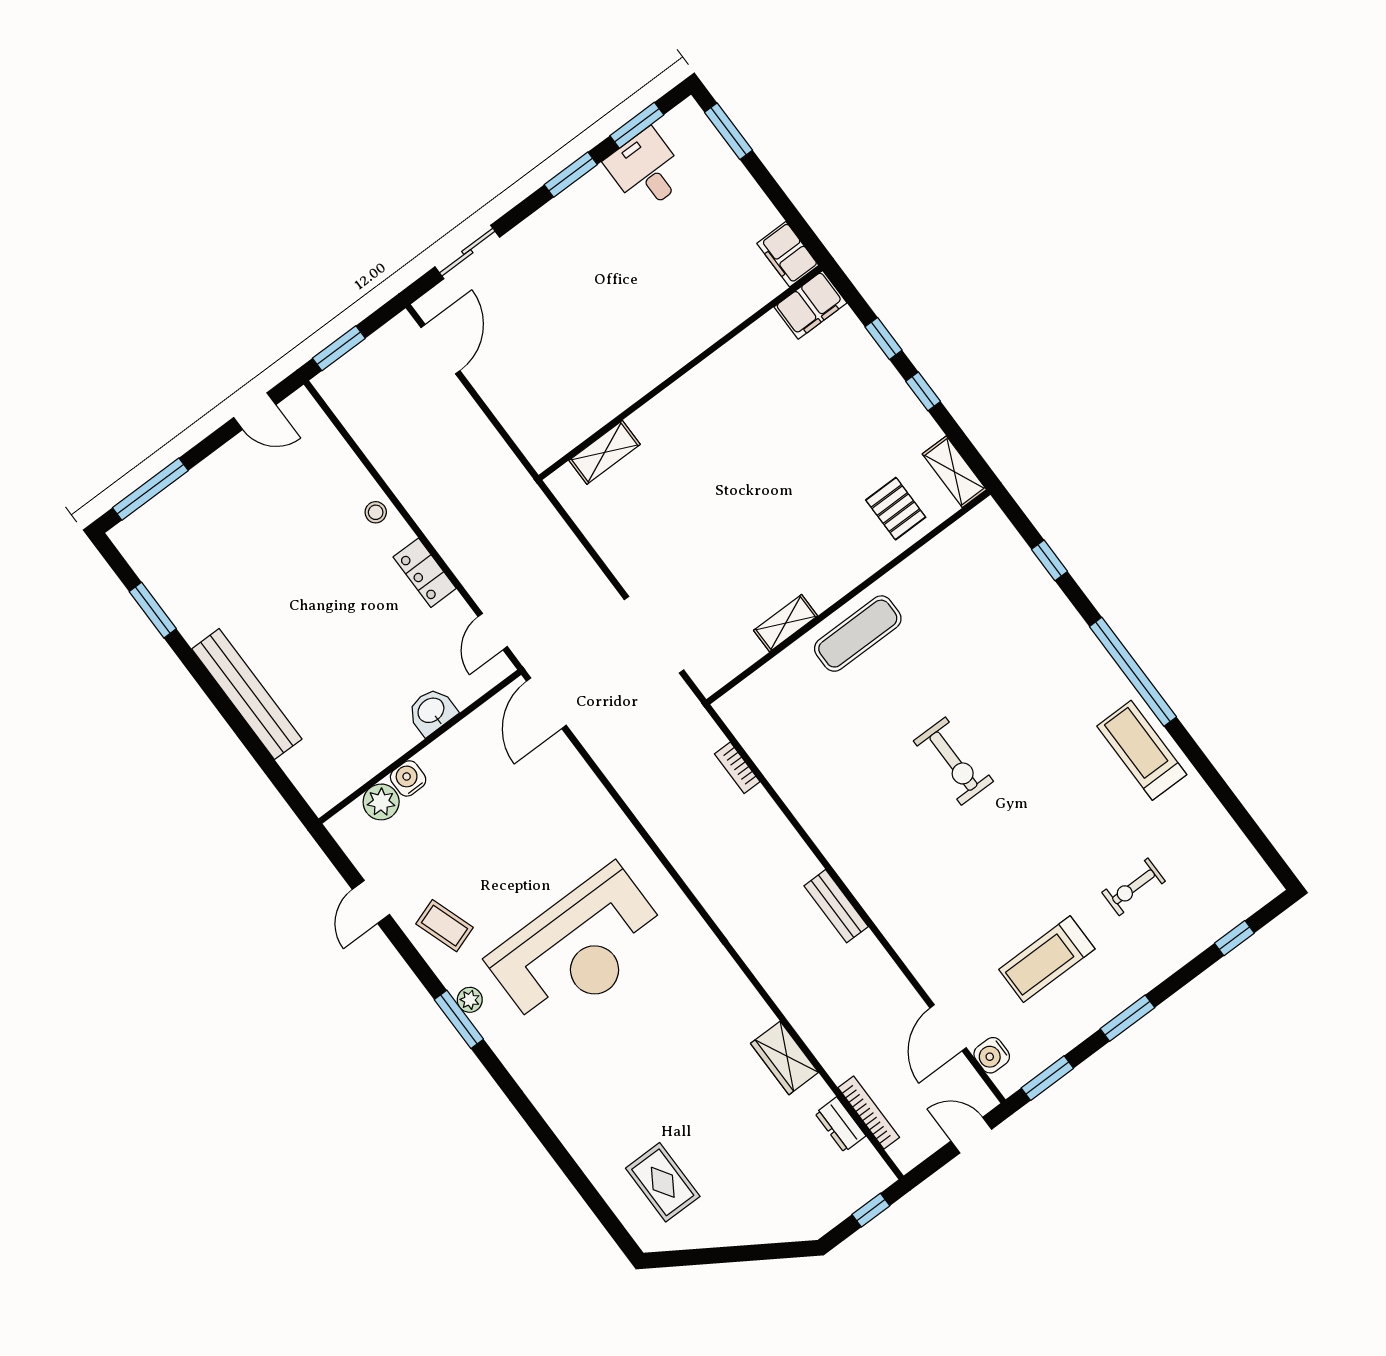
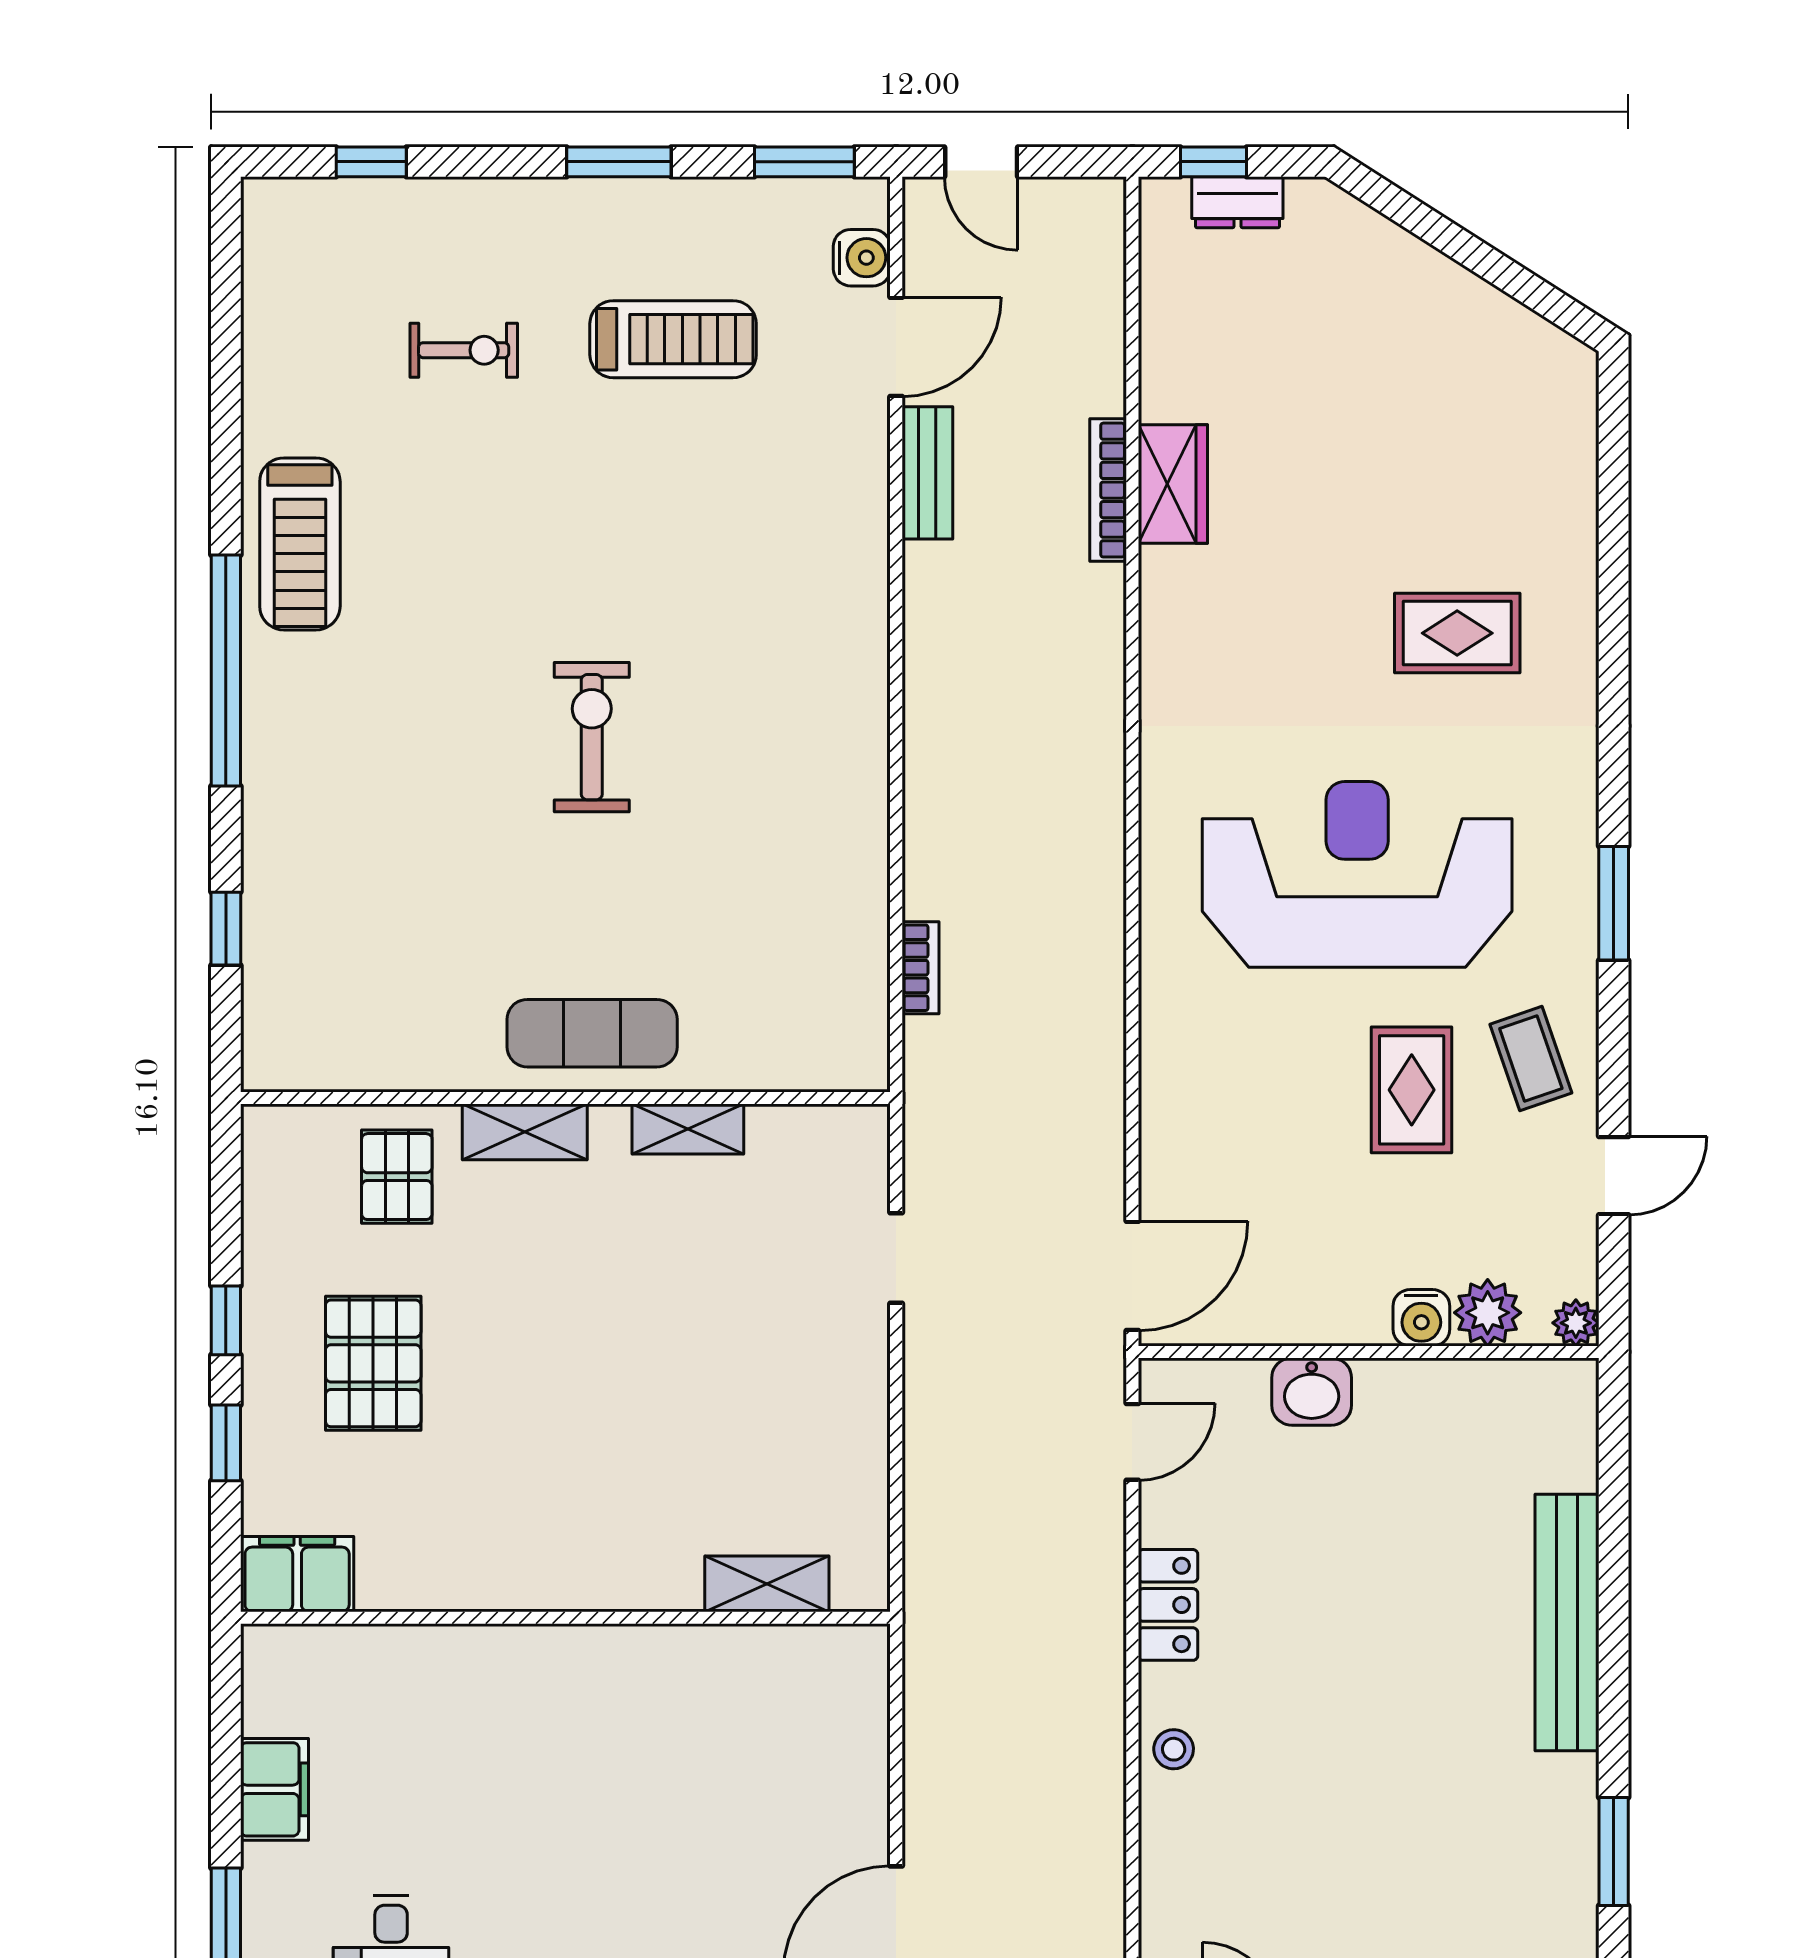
filing cabinet: (788, 254) -> (274, 1789), moved
pallet: (846, 420) -> (373, 1363), added
shelving: (954, 472) -> (525, 1132), moved, turned 90
doorway: (654, 635) -> (896, 1258), width x0.53
rug: (486, 874) -> (1412, 1090), added
bench: (836, 906) -> (927, 473), moved
plant: (470, 1000) -> (1576, 1323), moved
bookcase: (869, 1112) -> (1108, 490), moved
dresser: (840, 1125) -> (1237, 202), moved, turned 90
rug: (663, 1182) -> (1457, 633), moved, turned 90

